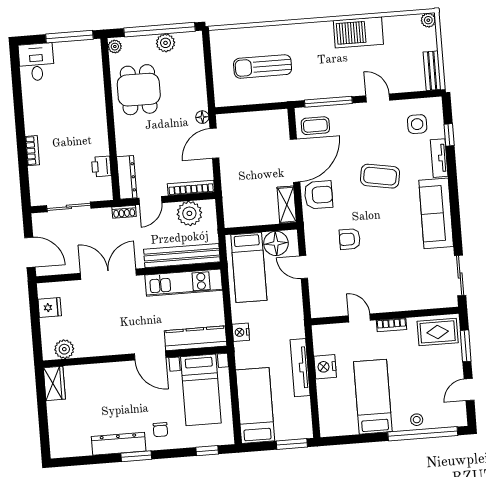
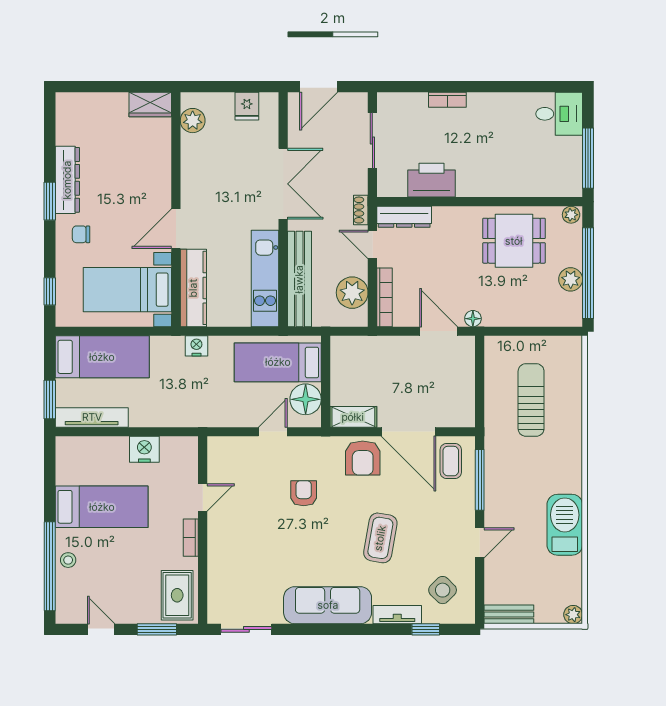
side table: (417, 124) -> (443, 590), turned 45
printer: (101, 166) -> (432, 180), width x1.87, depth x1.48
tv unit: (300, 368) -> (92, 417), moved

